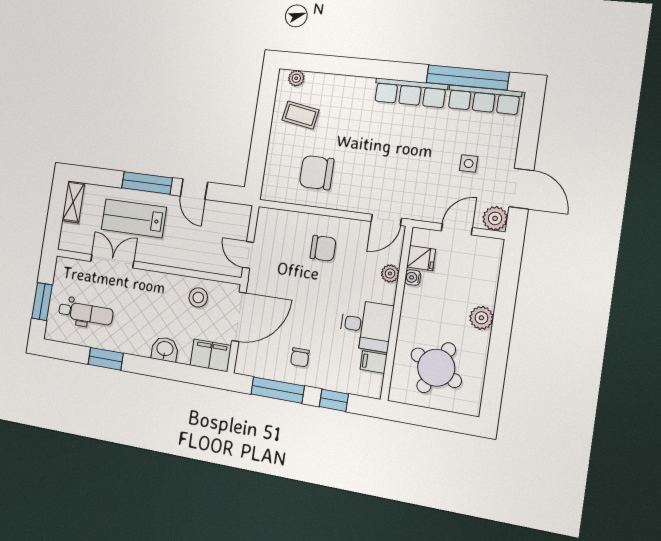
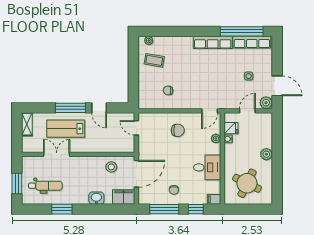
chair: (317, 173) -> (168, 90), width x0.54, depth x0.54
door: (248, 255) -> (136, 128), moved
filing cabinet: (374, 362) -> (214, 199), moved

